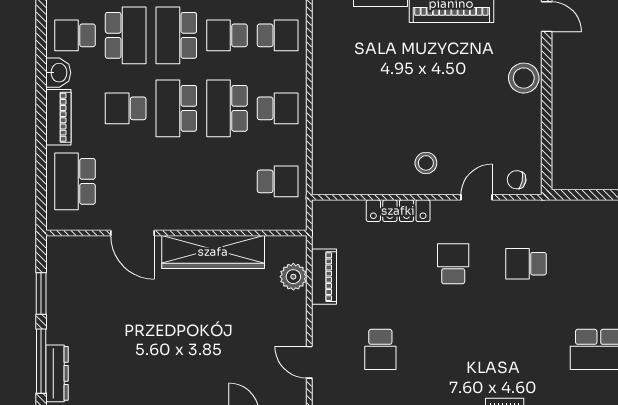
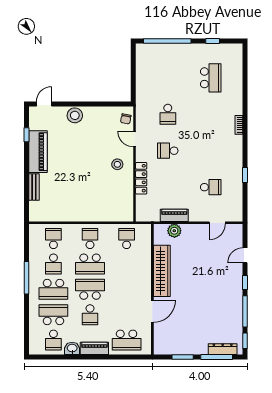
school desk: (176, 108) -> (90, 289), turned 180

